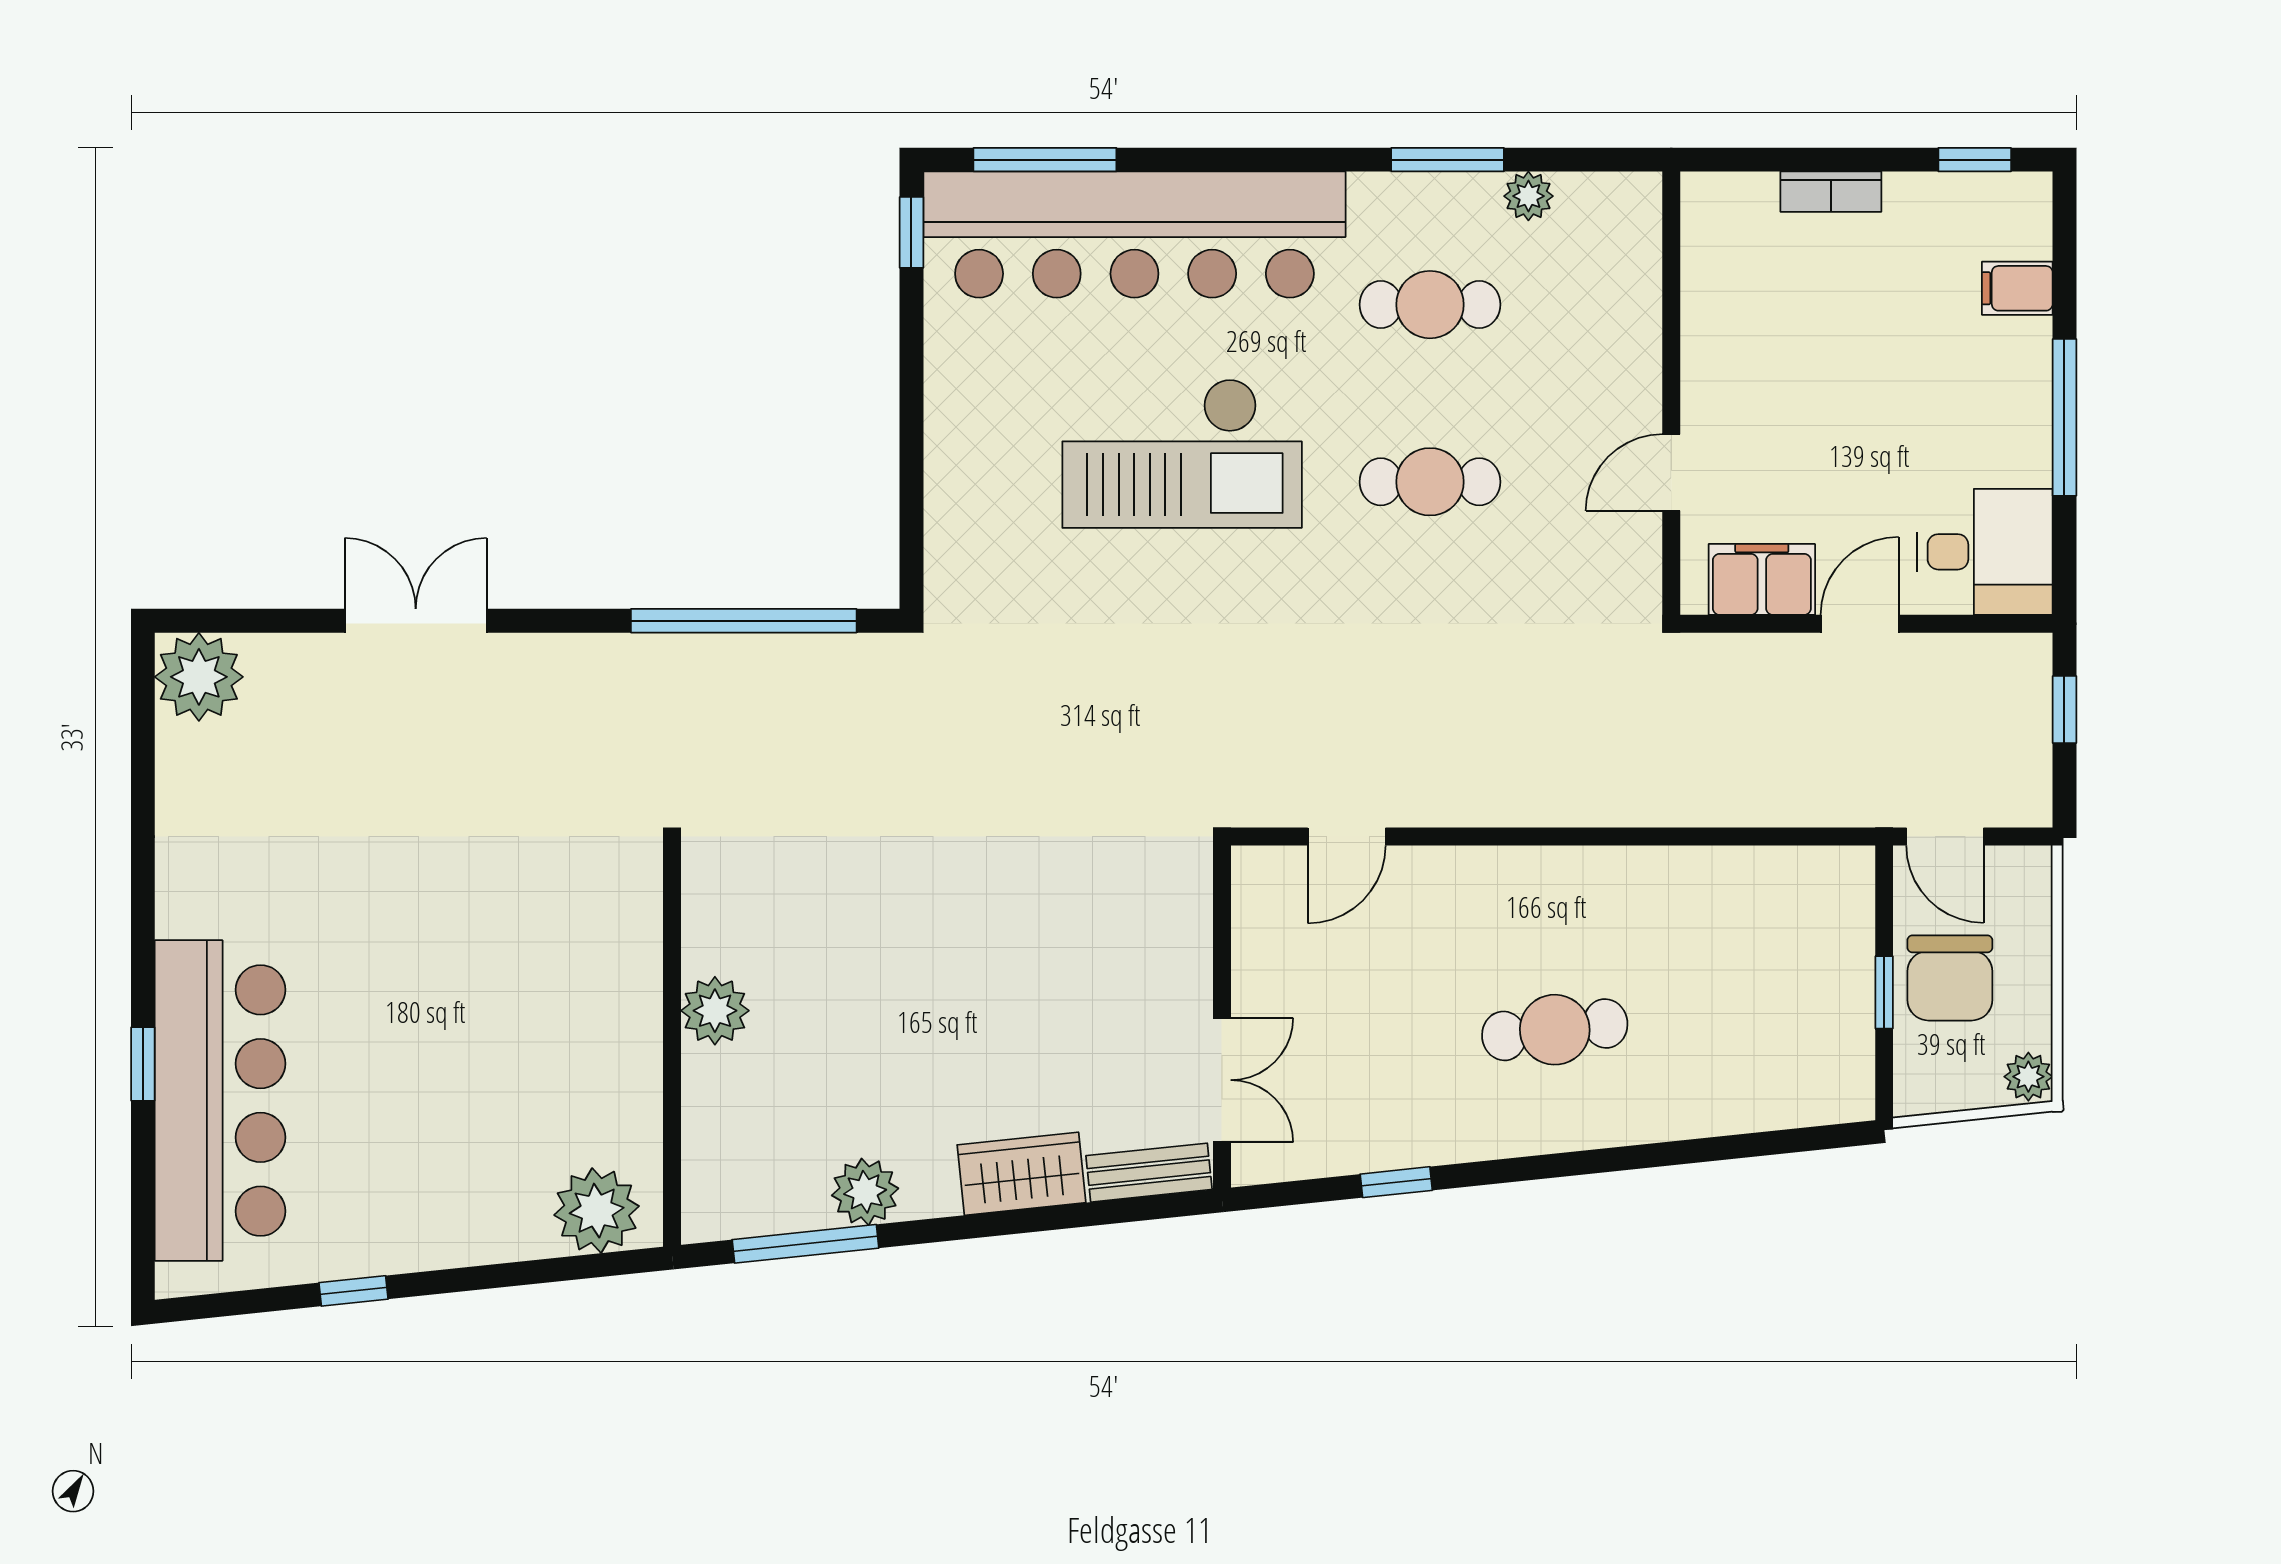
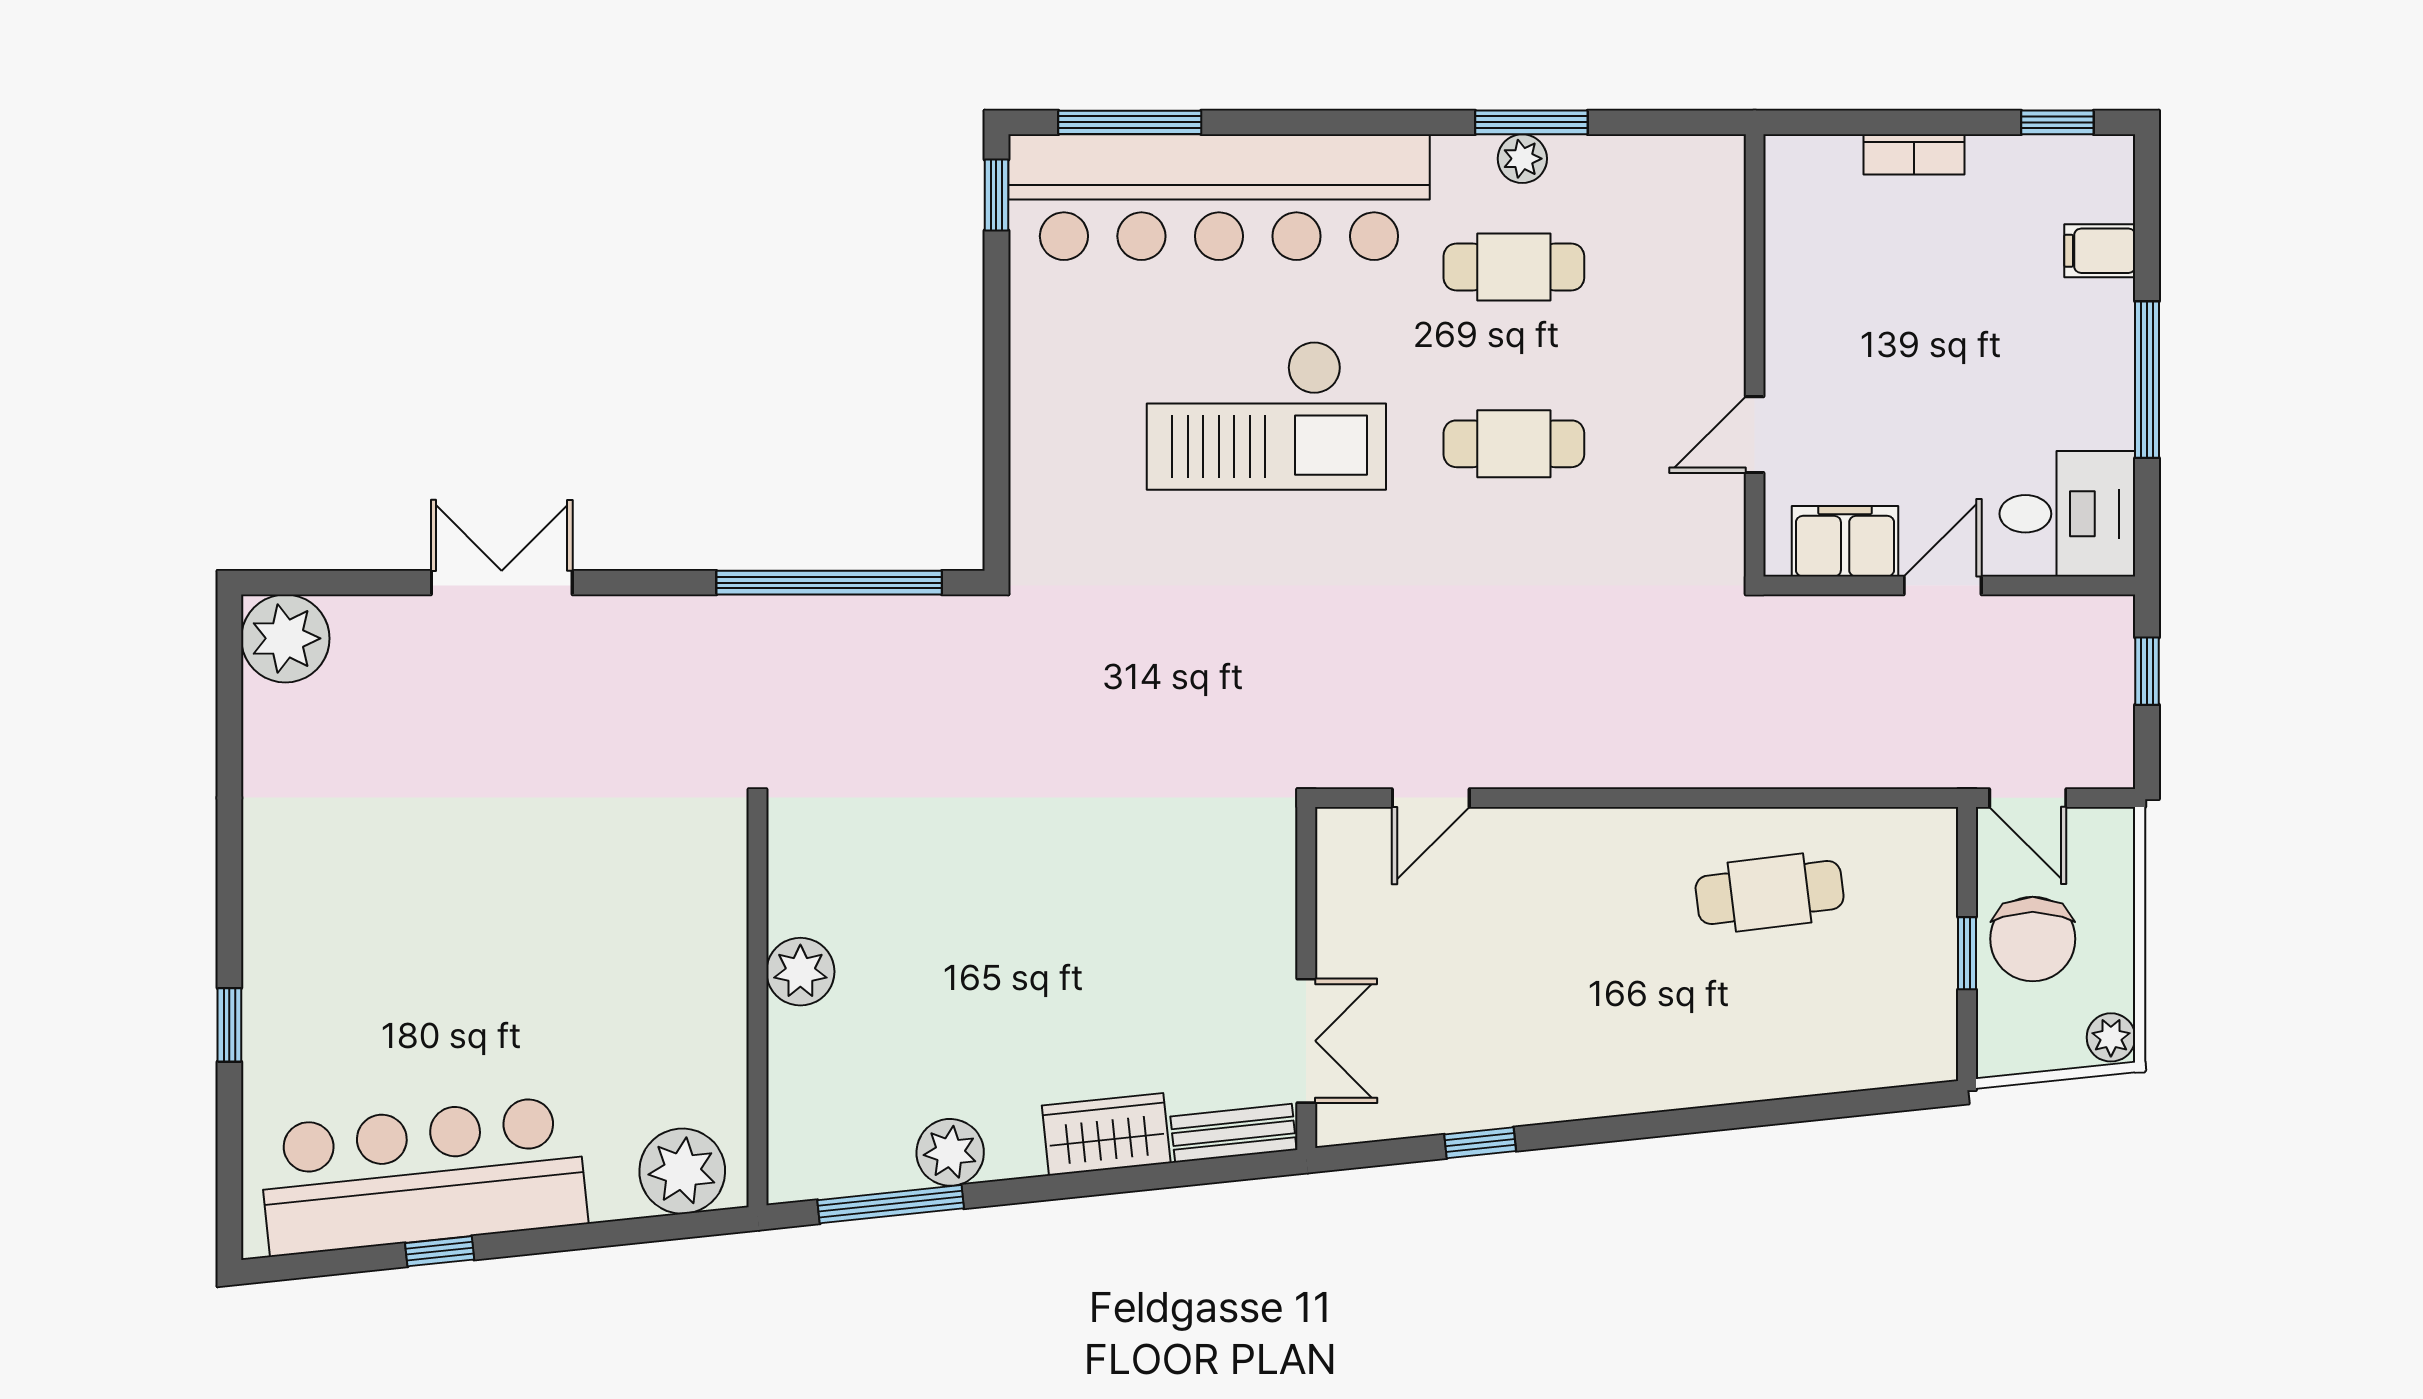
plant: (1528, 196) -> (1522, 159), moved
cafe table: (1555, 1030) -> (1770, 893), moved
bar counter: (220, 1101) -> (423, 1176), moved, turned -96

